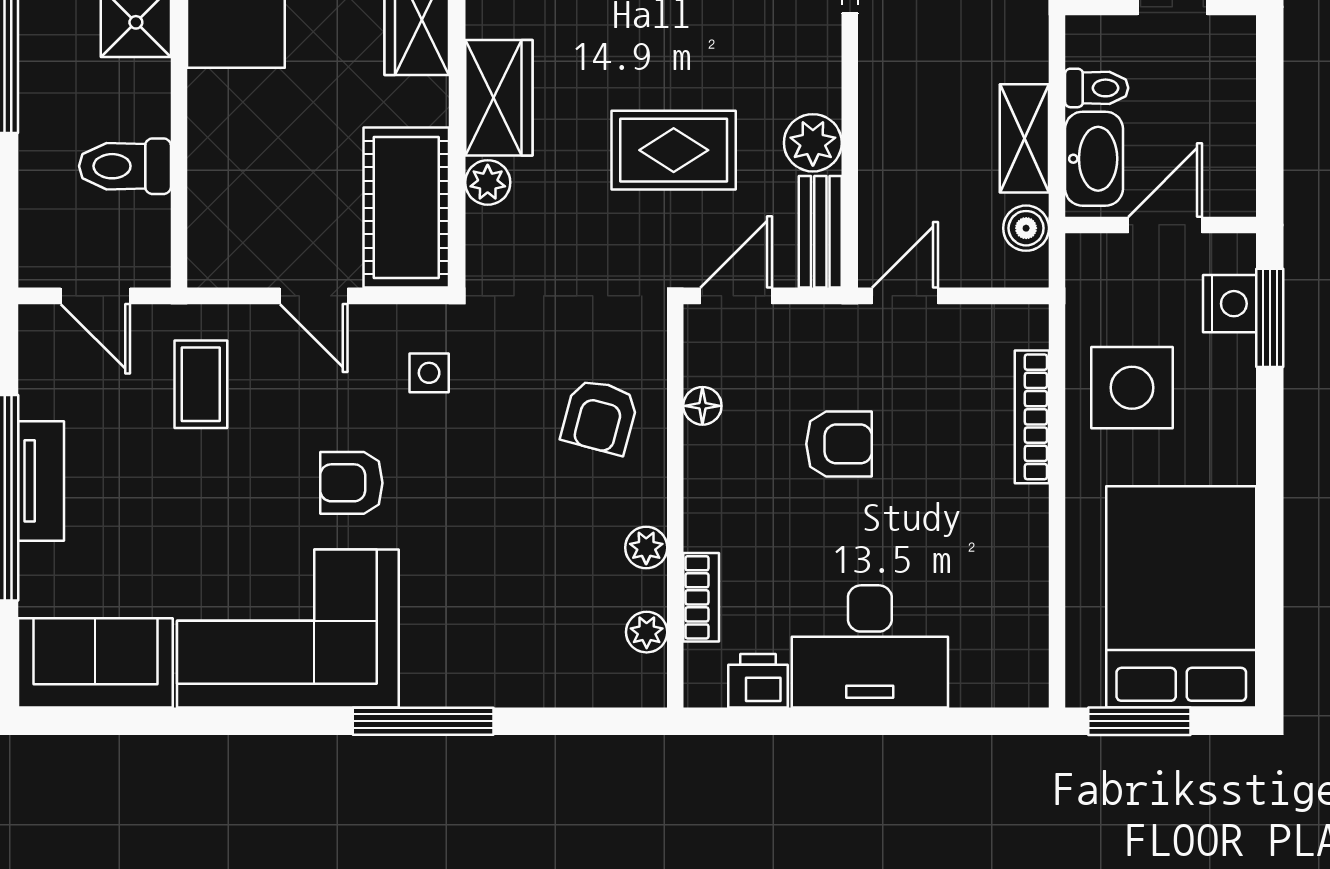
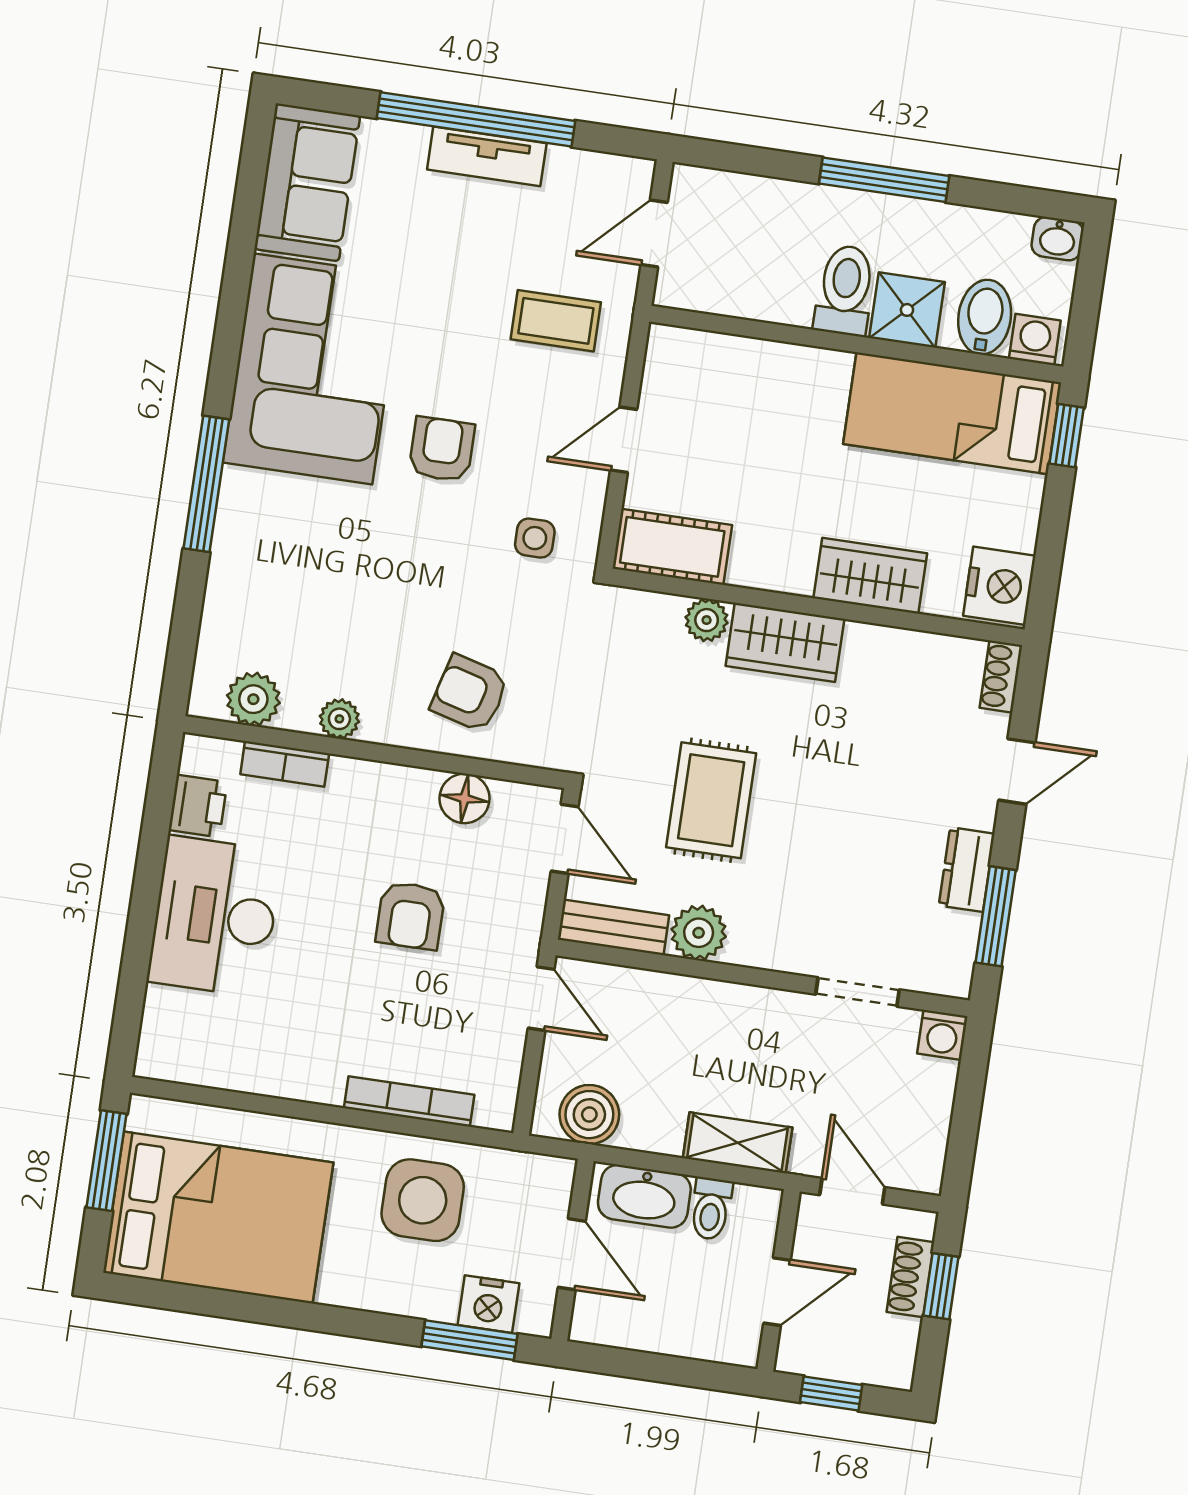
shelving: (1024, 138) -> (738, 1143), moved
toilet: (125, 166) -> (845, 290), moved
cot: (406, 208) -> (672, 547), width x0.73, depth x0.75
boiler: (1026, 228) -> (589, 1115), width x1.36, depth x1.36
floor lamp: (702, 406) -> (465, 798), width x1.37, depth x1.37
plant: (647, 632) -> (253, 699), width x1.38, depth x1.38

